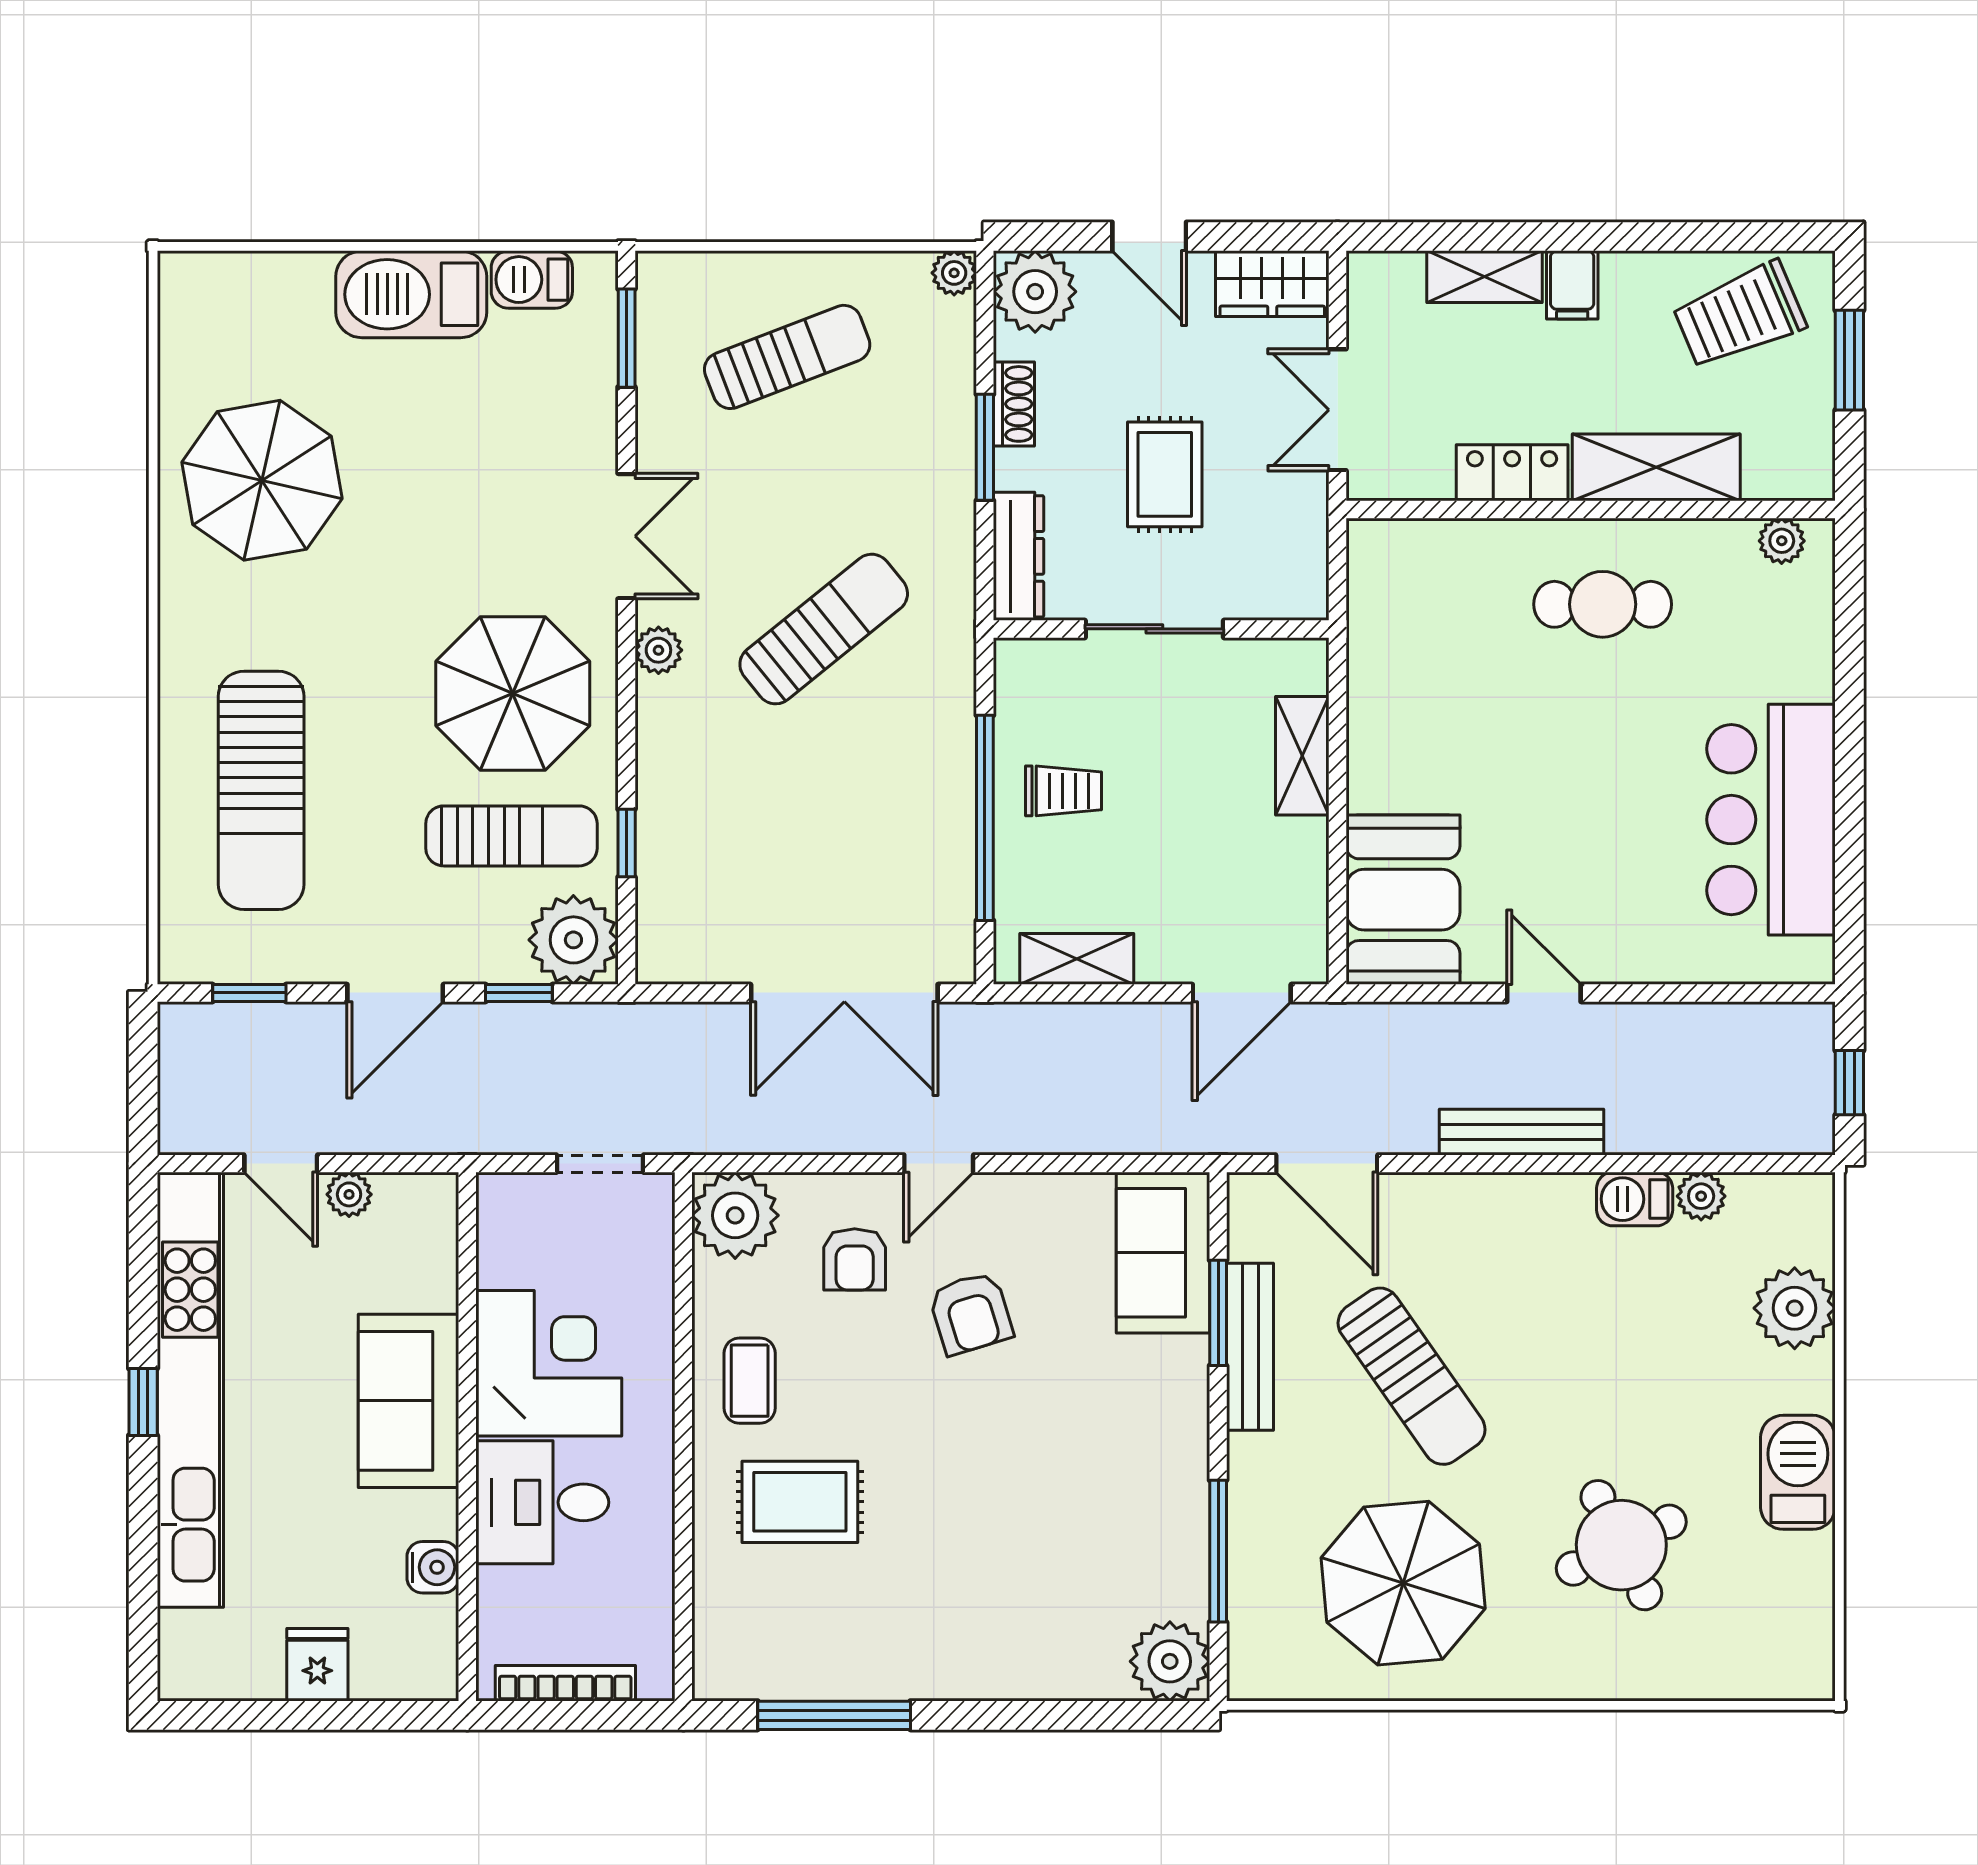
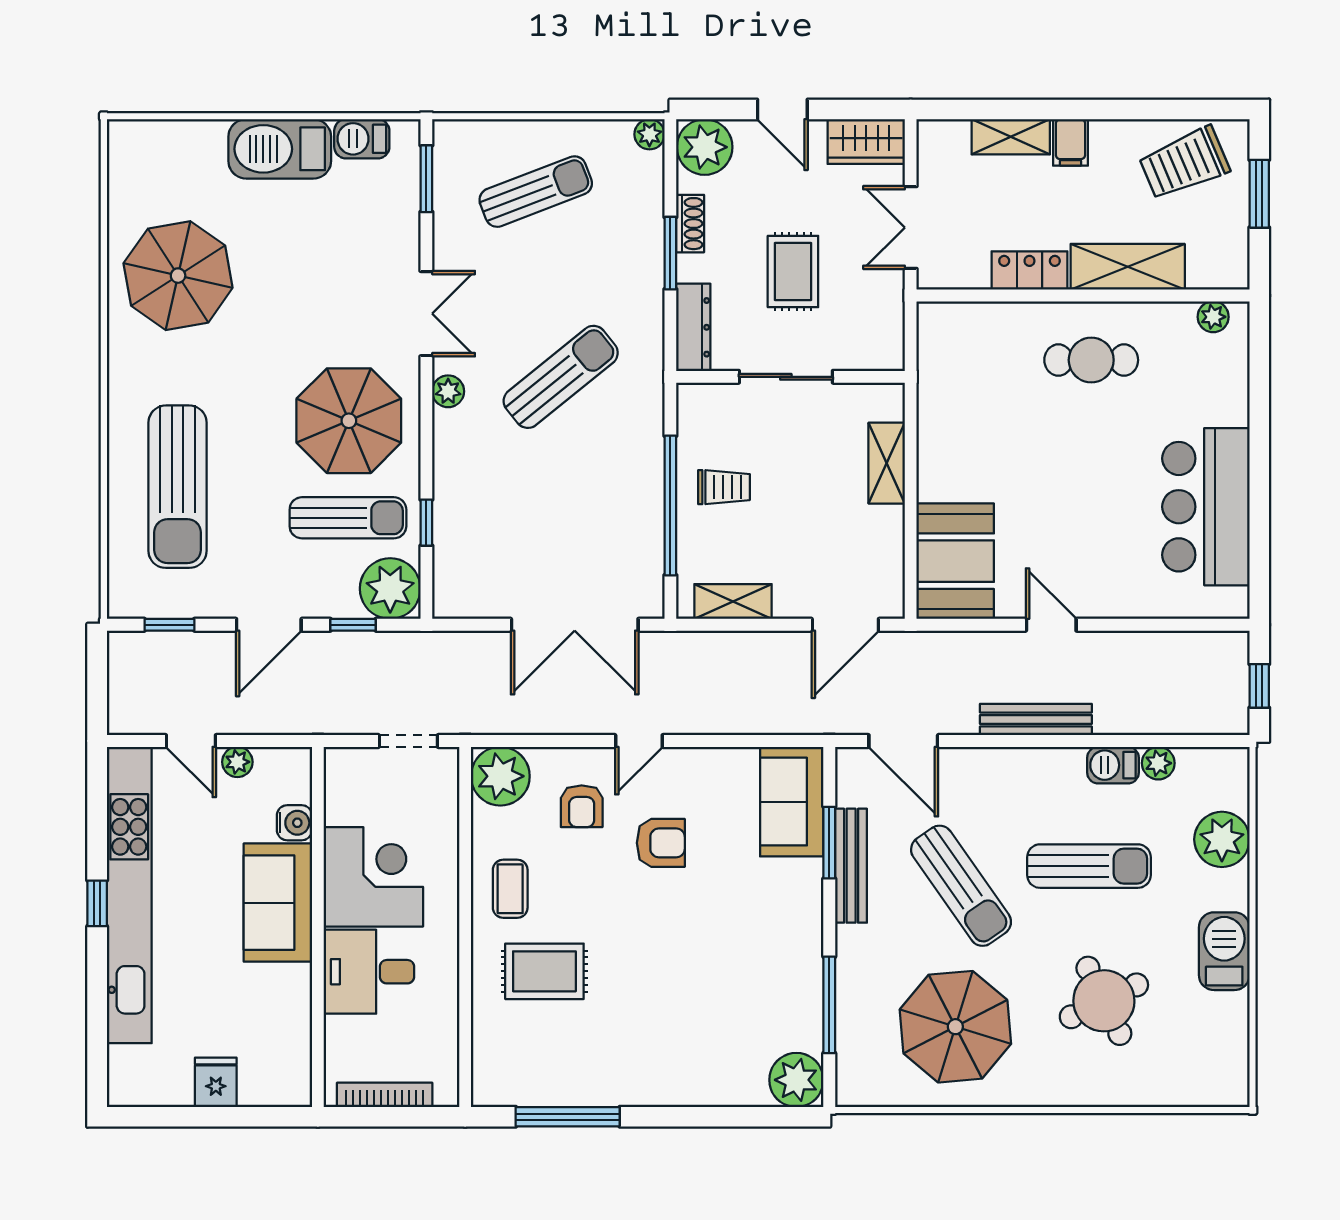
armchair: (971, 1313) -> (661, 843), turned -73
sun lounger: (1599, 1347) -> (1089, 866), added
water cooler: (433, 1567) -> (294, 823), moved

